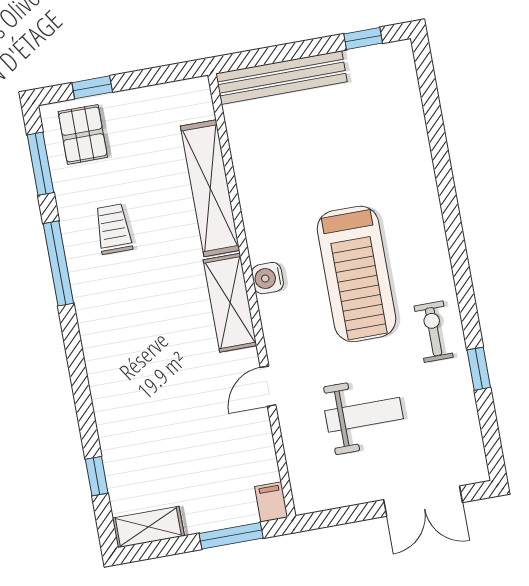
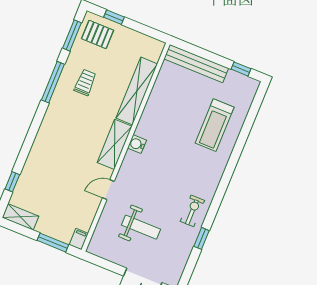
pallet: (83, 134) -> (98, 34), turned 90
treadmill: (357, 274) -> (215, 125), moved, width x0.73, depth x0.73

